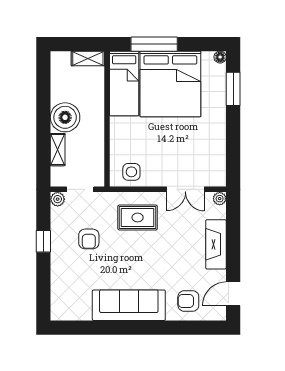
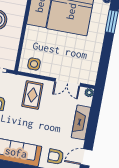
rug: (138, 217) -> (32, 95), turned 90

